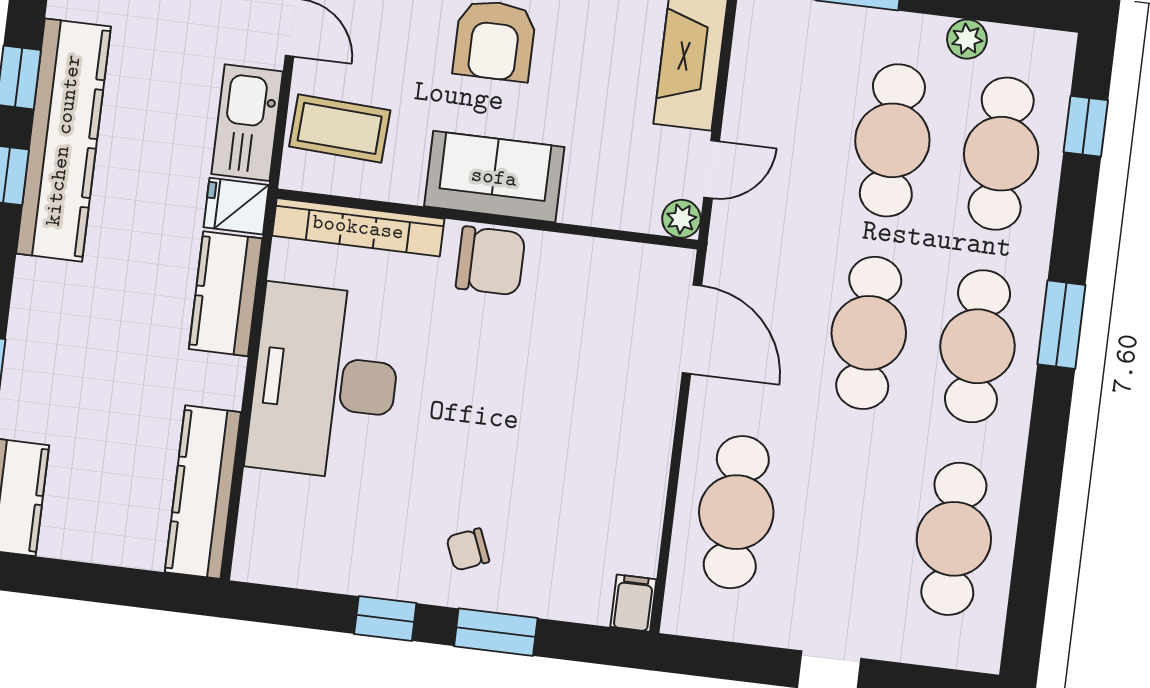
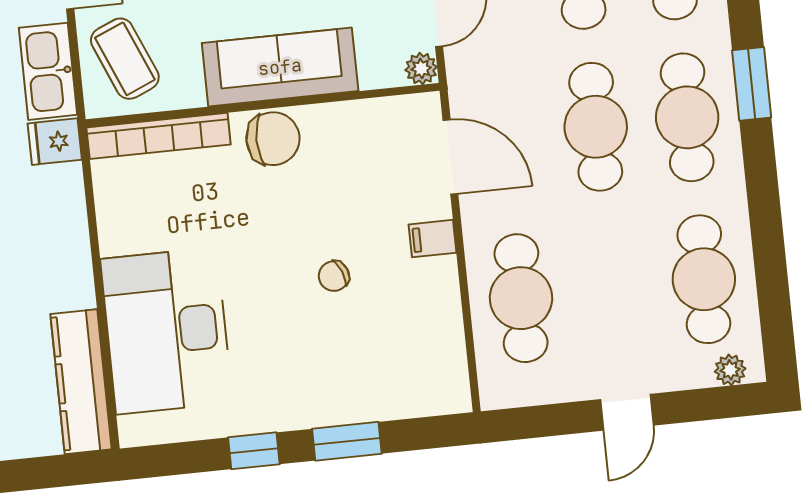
coffee table: (340, 128) -> (125, 59), turned 64
sofa: (494, 177) -> (280, 67), width x1.36
kitchen counter: (226, 294) -> (62, 215), removed
desk: (325, 382) -> (167, 331), moved
chair: (468, 549) -> (334, 276), moved
filing cabinet: (633, 603) -> (432, 239), moved, turned -90
plant: (960, 651) -> (730, 370), added

